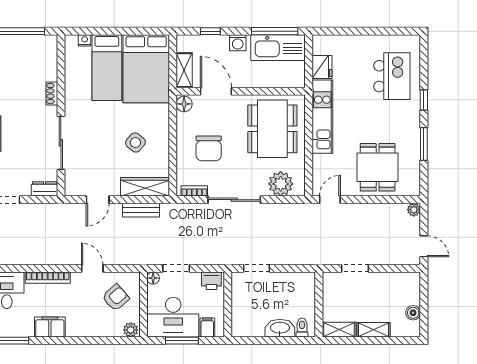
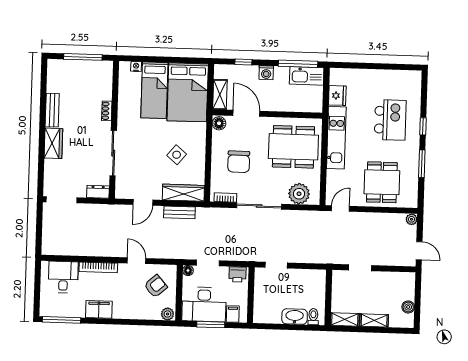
kitchen sink: (278, 48) -> (307, 76), width x0.73, depth x0.81
kitchen island: (392, 76) -> (390, 120), moved
dining table: (272, 129) -> (293, 147), turned 90

